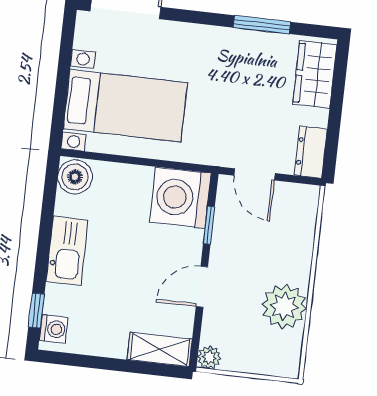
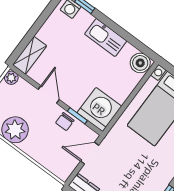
chair: (229, 239) -> (65, 122), added

